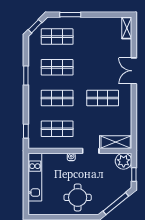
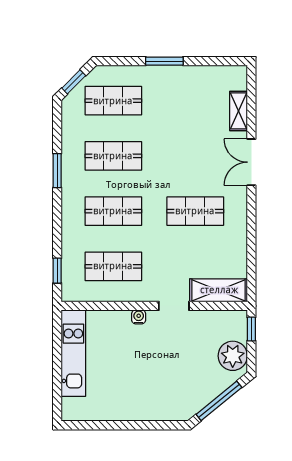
window: (70, 15) -> (164, 61), moved
shelving: (127, 28) -> (239, 111), moved
plant: (124, 161) -> (233, 356), moved
window: (134, 174) -> (251, 329), moved
round table: (78, 197) -> (150, 390), removed

